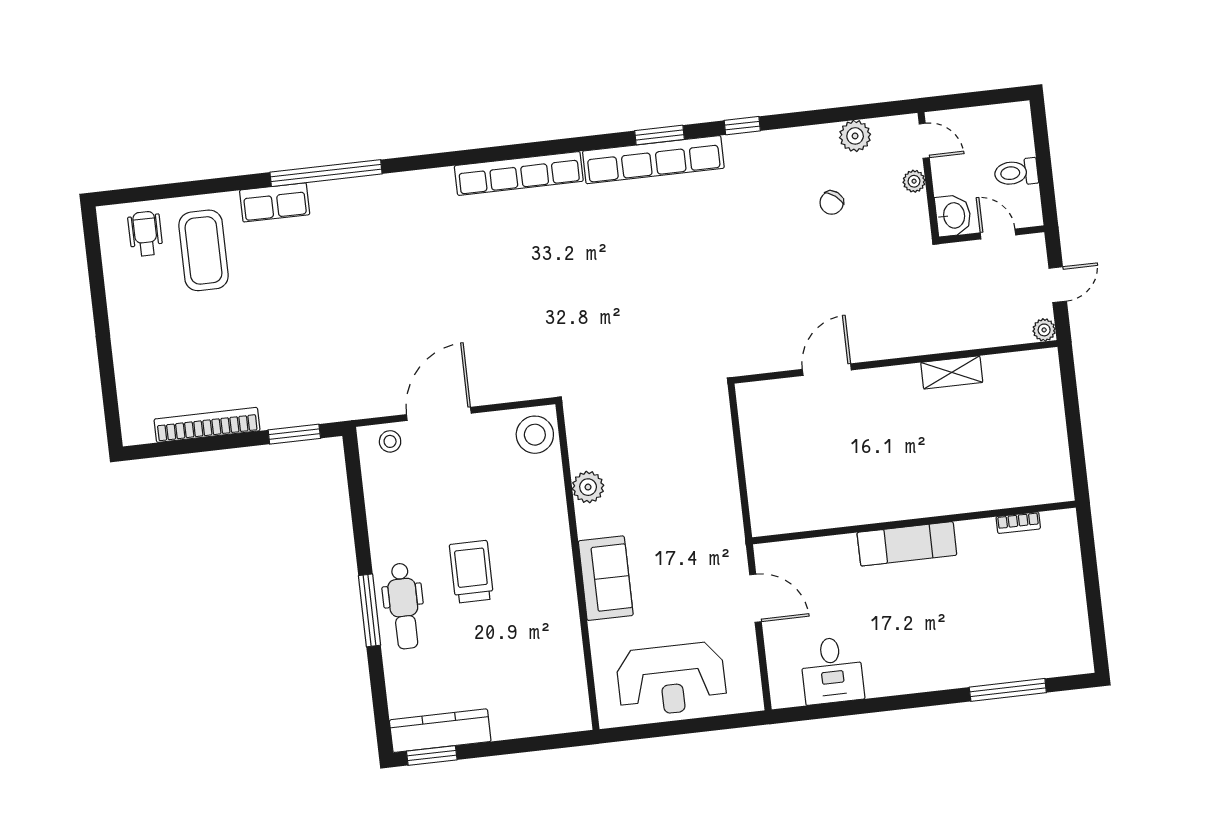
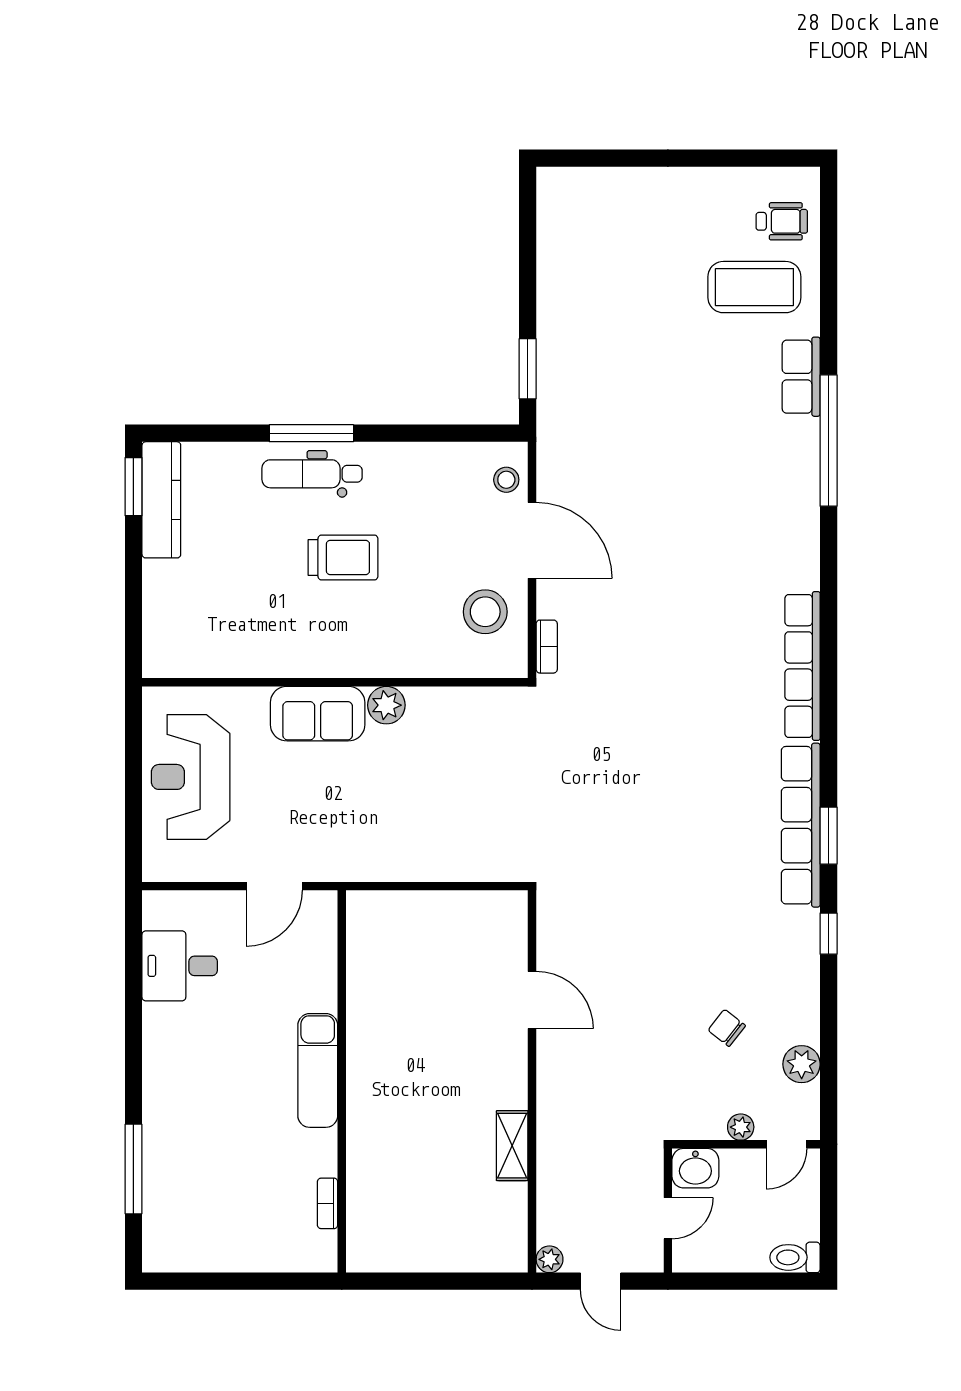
toilet: (1016, 173) -> (795, 1257), moved, turned -90
bookcase: (207, 425) -> (547, 647), moved, width x0.43, depth x0.76
stool: (535, 435) -> (485, 612), moved
plant: (588, 487) -> (386, 705), moved

